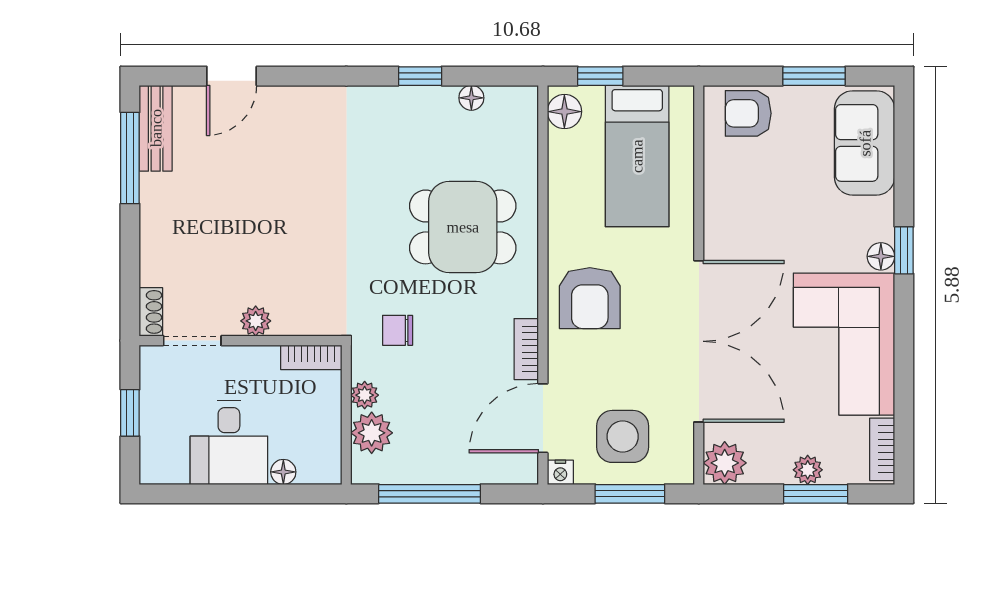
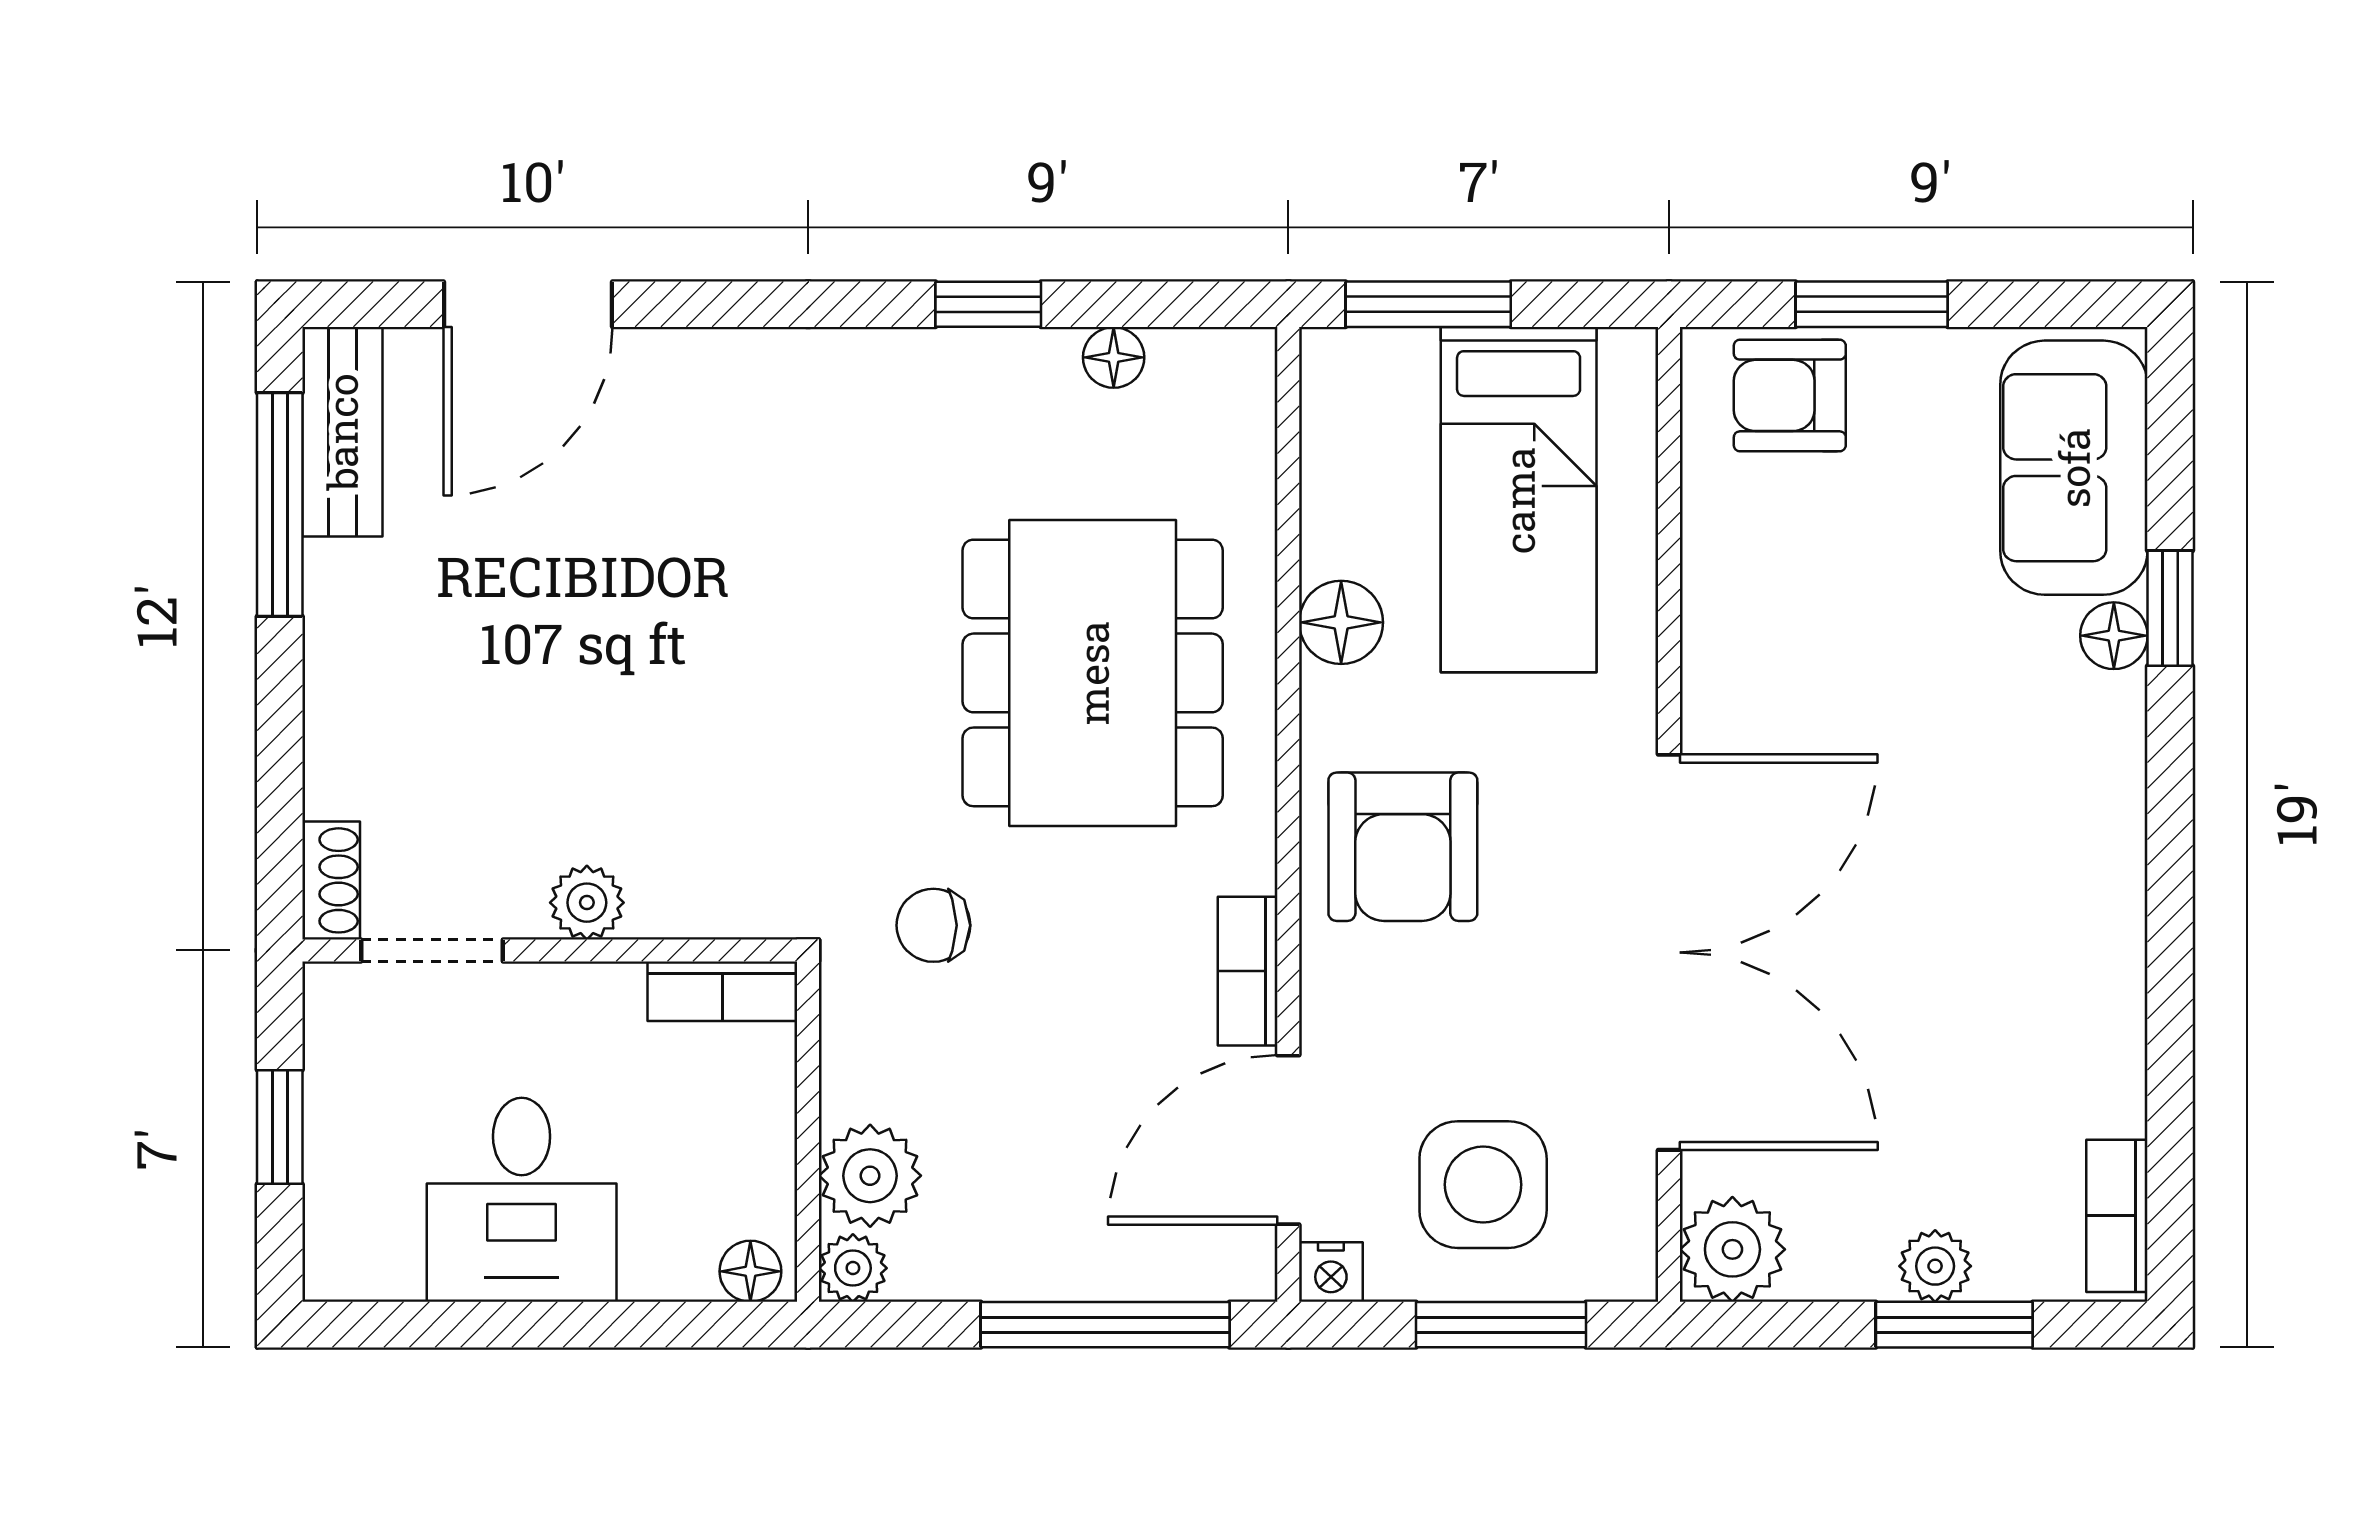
door: (232, 76) -> (528, 304), width x1.37
window: (600, 76) -> (1428, 304), width x1.50
window: (814, 76) -> (1872, 304), moved
floor lamp: (564, 112) -> (1341, 622), moved
dining table: (463, 227) -> (1093, 673), width x1.37
window: (904, 250) -> (2170, 608), moved
floor lamp: (881, 256) -> (2114, 636), moved
corner sofa: (844, 344) -> (2024, 959), removed
plant: (365, 395) -> (853, 1268), moved
floor lamp: (283, 472) -> (750, 1271), moved
window: (430, 494) -> (1105, 1325), moved

